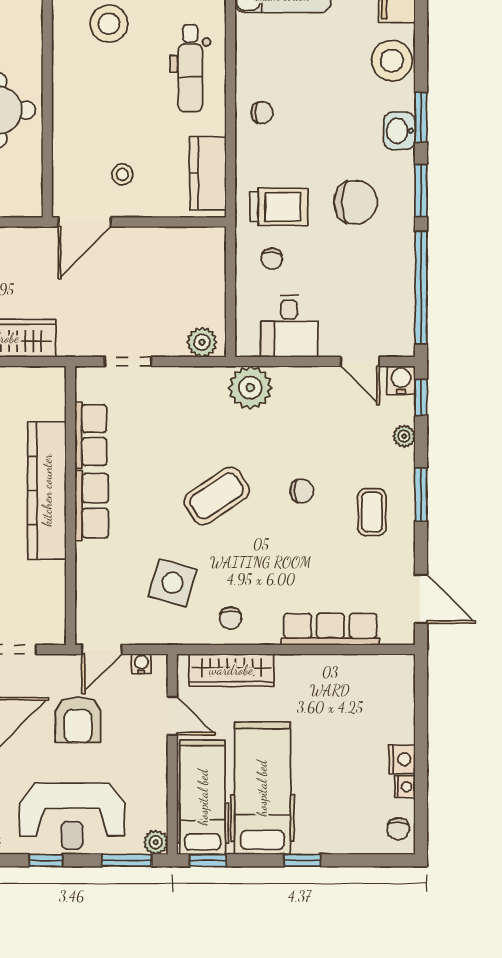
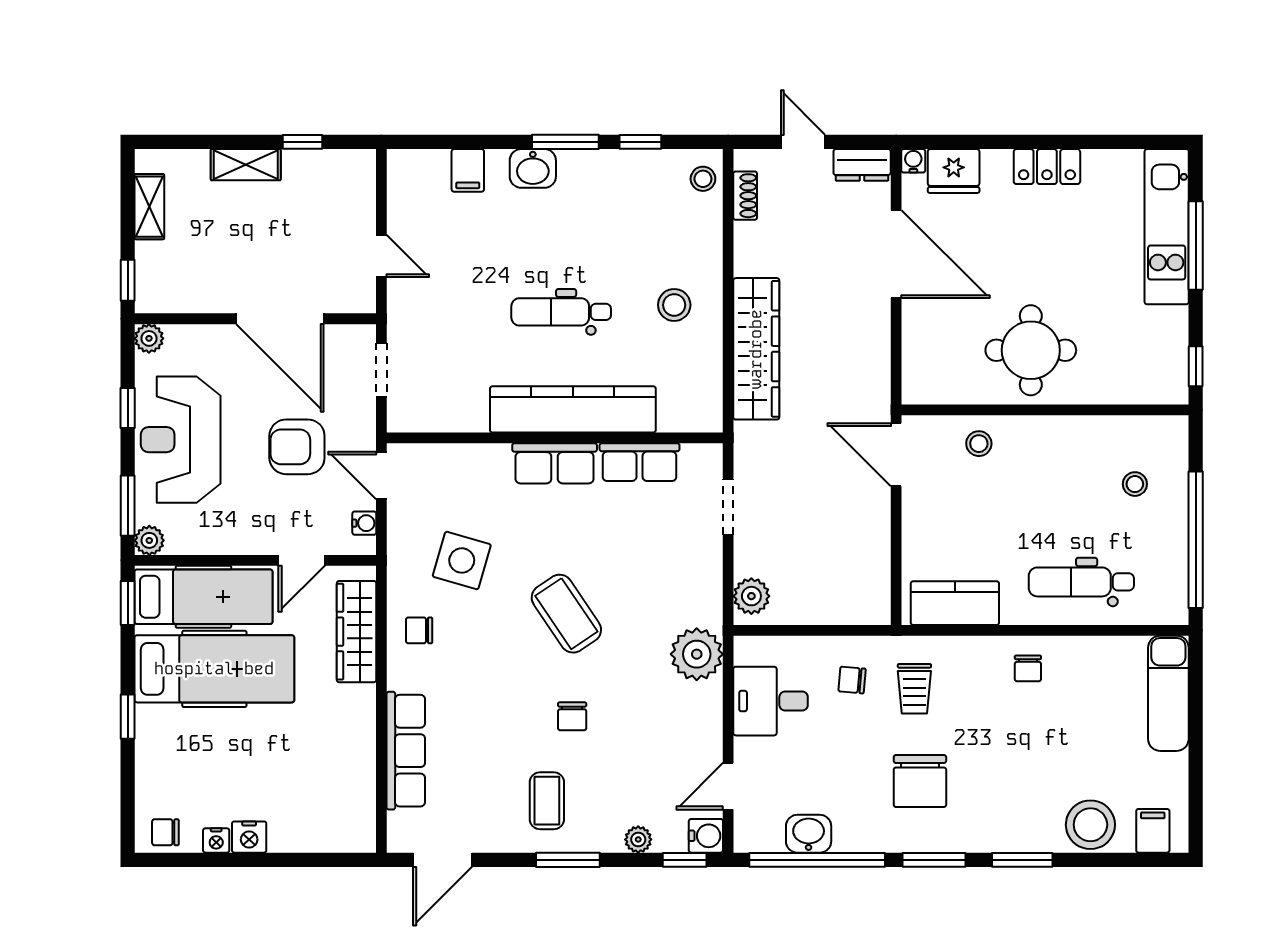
stool: (109, 24) -> (1135, 484), width x0.53, depth x0.53
washbasin: (399, 131) -> (809, 834), moved
stool: (122, 174) -> (979, 444), moved
trolley: (279, 207) -> (914, 689), width x0.73, depth x0.72
coffee table: (372, 512) -> (547, 801), turned 90

